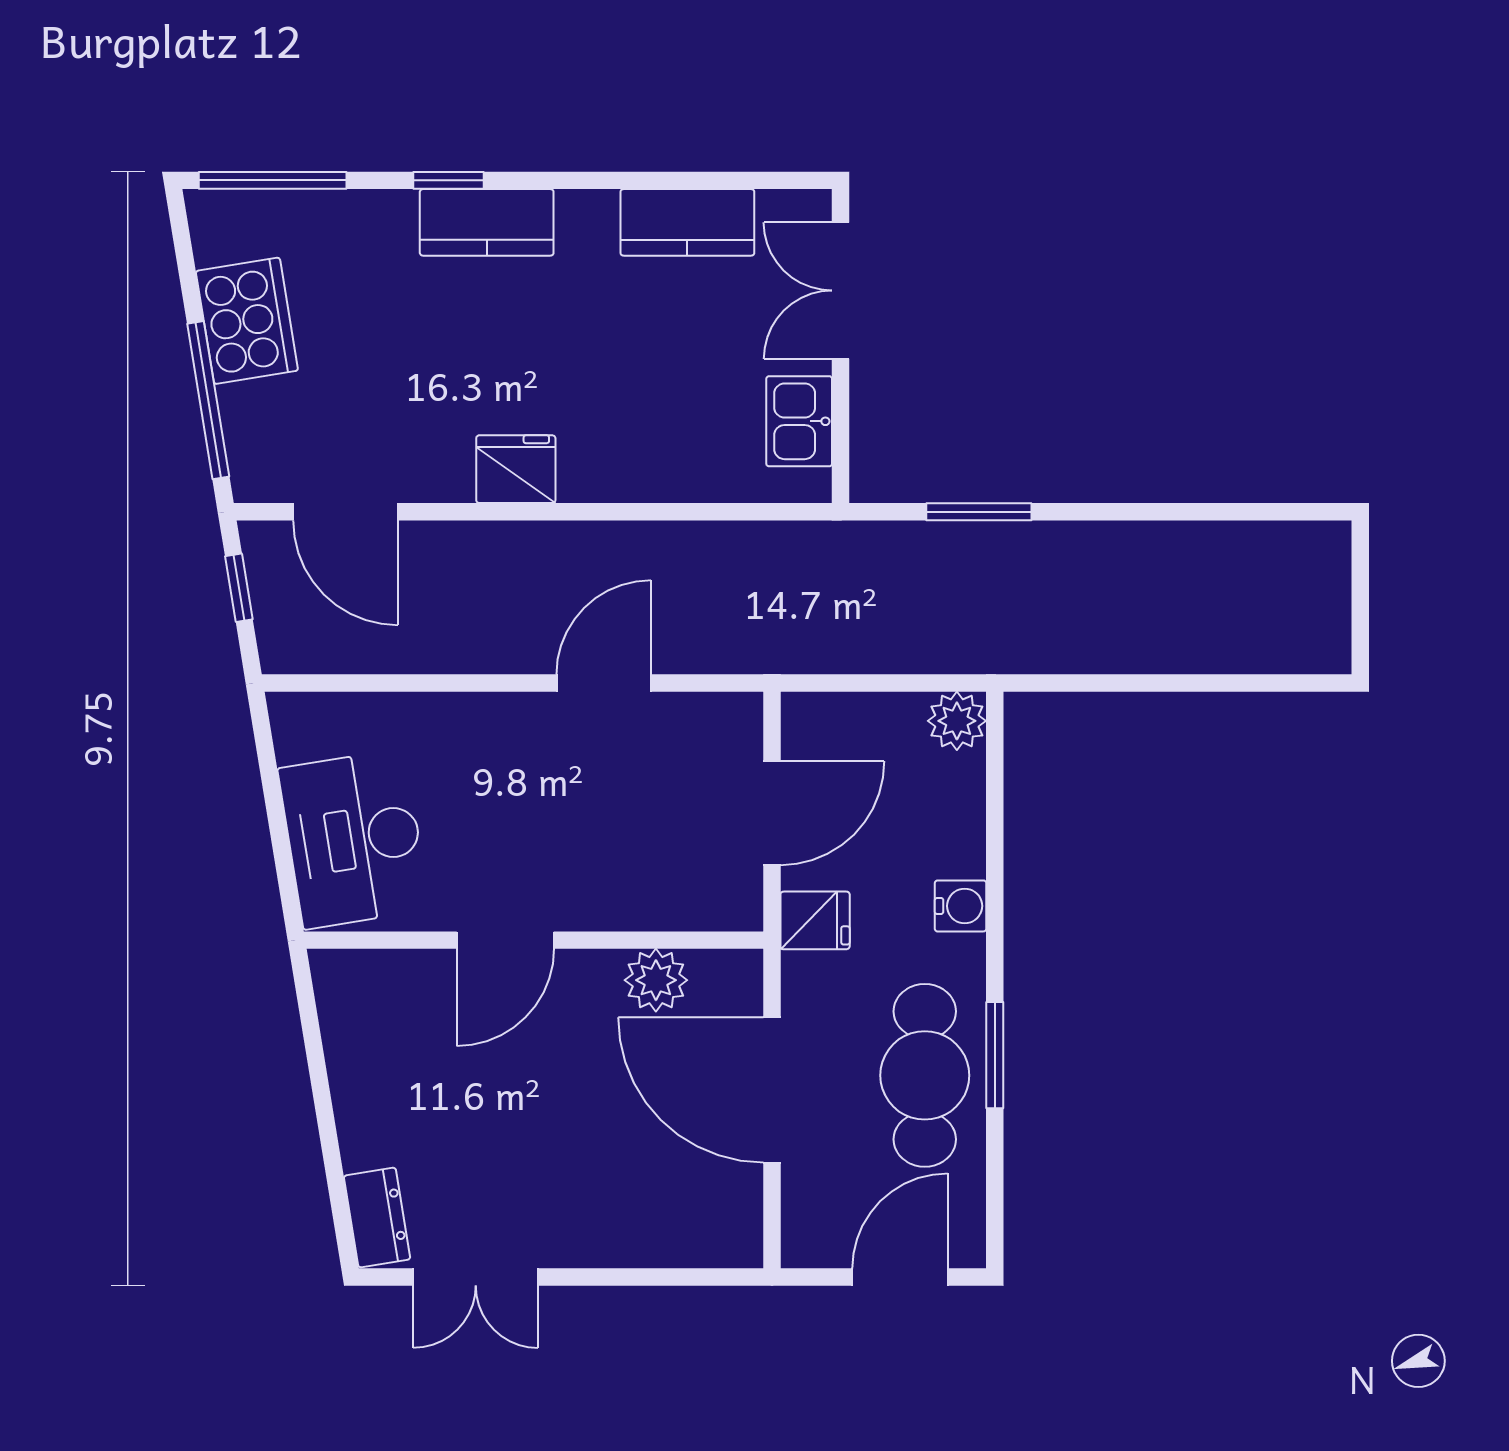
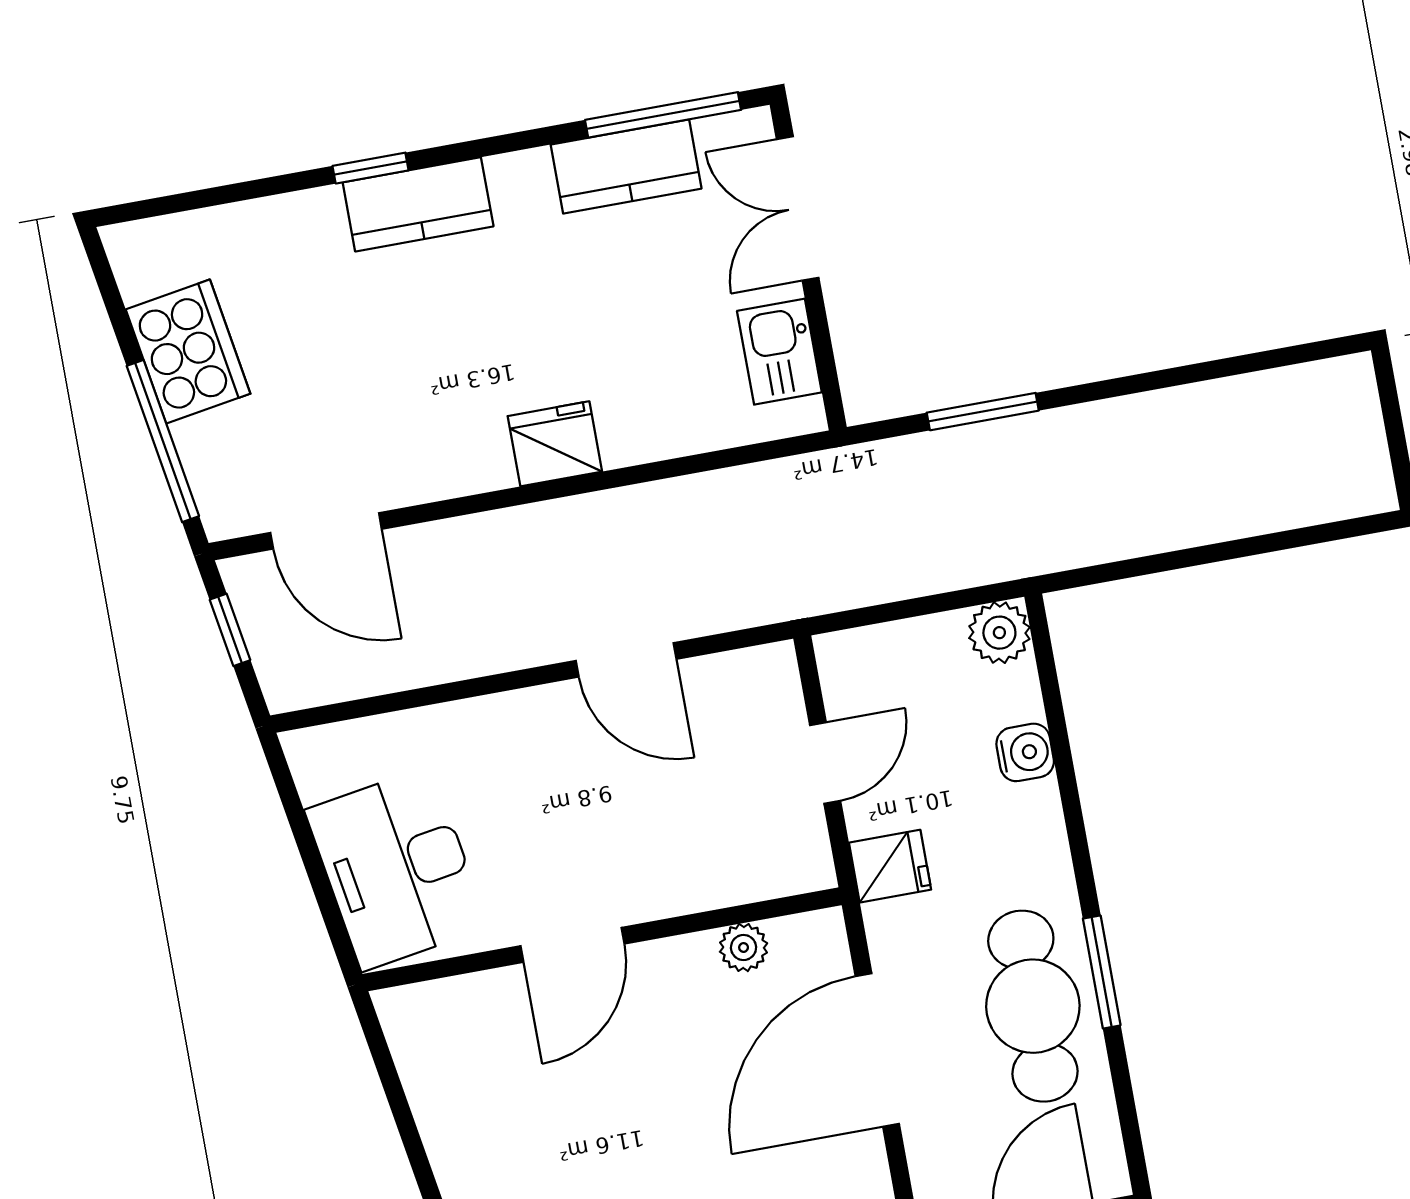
window: (273, 180) -> (663, 115), moved
fridge: (516, 469) -> (555, 444), moved
door: (604, 683) -> (626, 660), swing flipped
door: (772, 813) -> (825, 763), width x0.73
water cooler: (961, 906) -> (1025, 752), moved
plant: (656, 980) -> (744, 948), width x0.73, depth x0.73
door: (772, 1090) -> (877, 1050), hinge flipped

